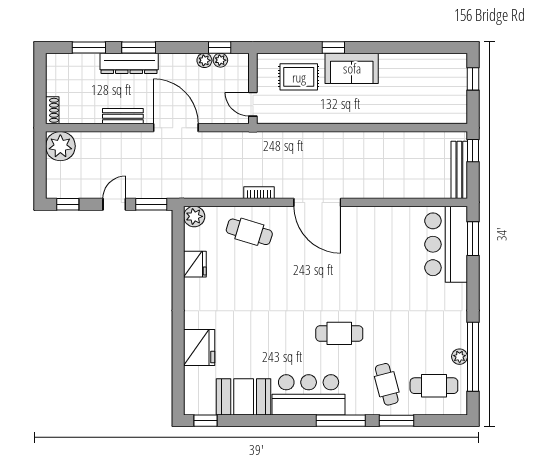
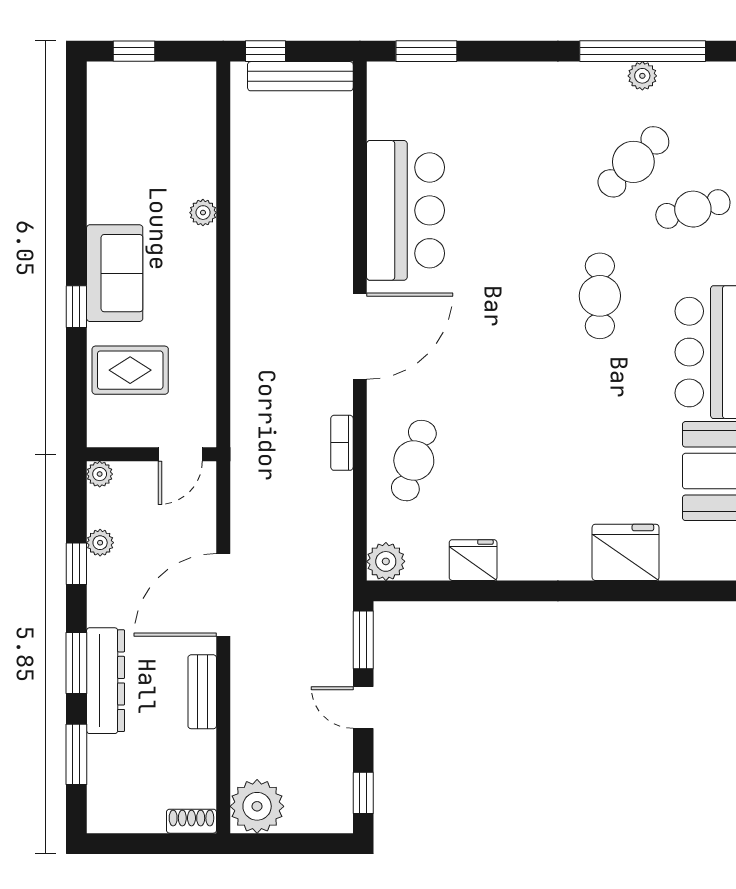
window: (220, 47) -> (76, 564), moved
plant: (220, 60) -> (100, 474), moved
rug: (299, 77) -> (130, 370), turned 90
plant: (385, 117) -> (203, 213), added
bar counter: (446, 244) -> (406, 210), moved, turned -90
cafe table: (434, 386) -> (633, 162), moved, turned 45

